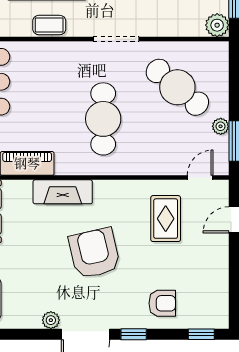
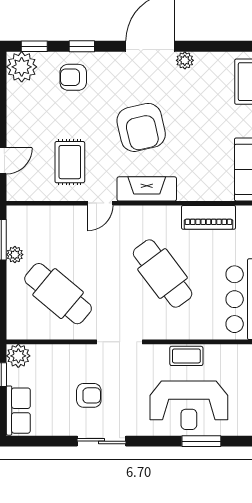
cafe table: (103, 119) -> (163, 273), moved, turned -37
door: (200, 178) -> (100, 203), moved
fireplace: (63, 192) -> (147, 189), moved
plant: (214, 314) -> (22, 67), added
window: (134, 334) -> (82, 46), moved

